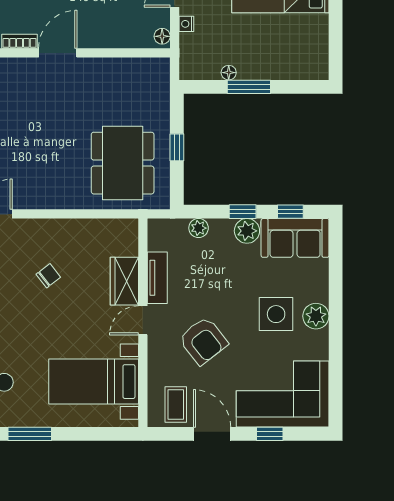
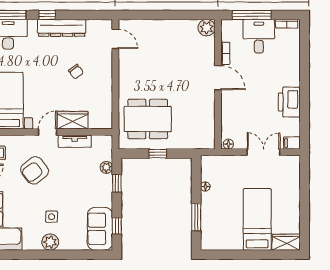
nightstand: (186, 24) -> (236, 160), removed
window: (249, 87) -> (196, 217), moved
window: (243, 212) -> (117, 183), moved
plant: (247, 231) -> (105, 198), removed
side table: (276, 314) -> (52, 217), width x0.54, depth x0.54
door: (143, 320) -> (48, 132), hinge flipped

